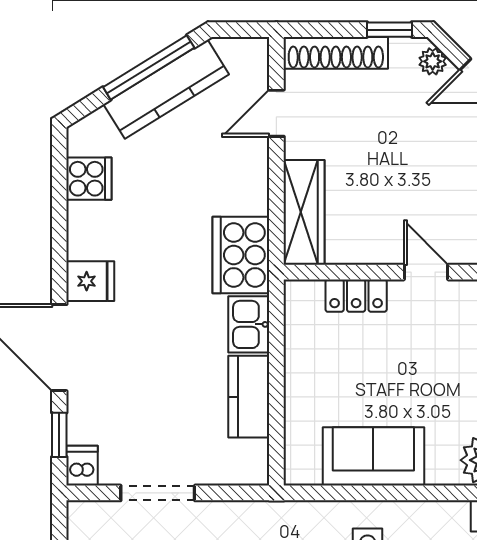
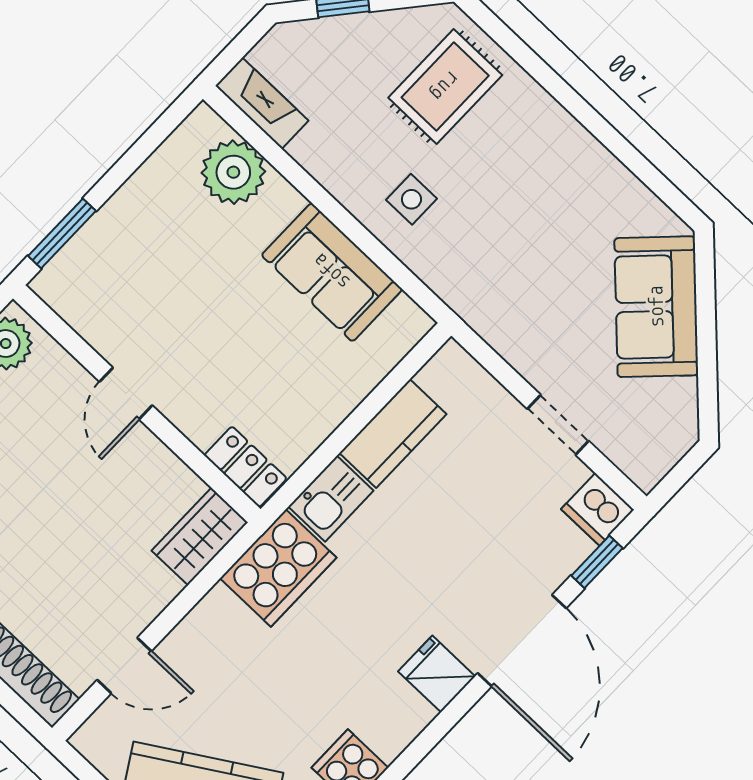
wardrobe: (304, 212) -> (200, 536), width x0.67
locker: (356, 296) -> (246, 467), moved
dishwasher: (82, 466) -> (598, 509), width x1.38
doorway: (158, 493) -> (558, 425), width x0.73

